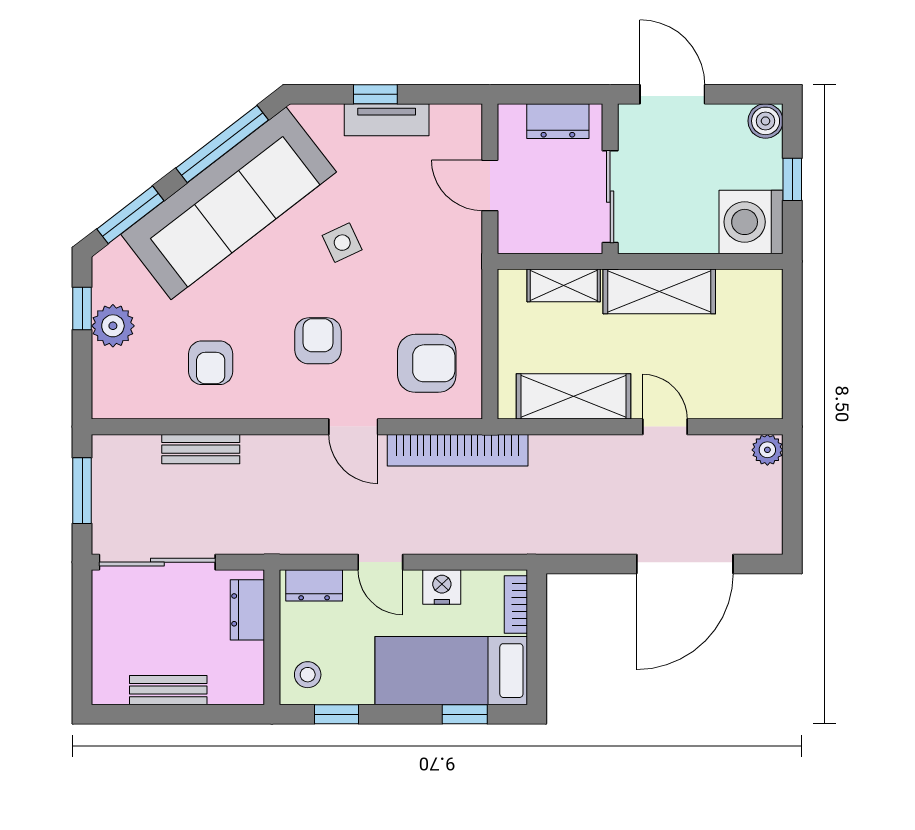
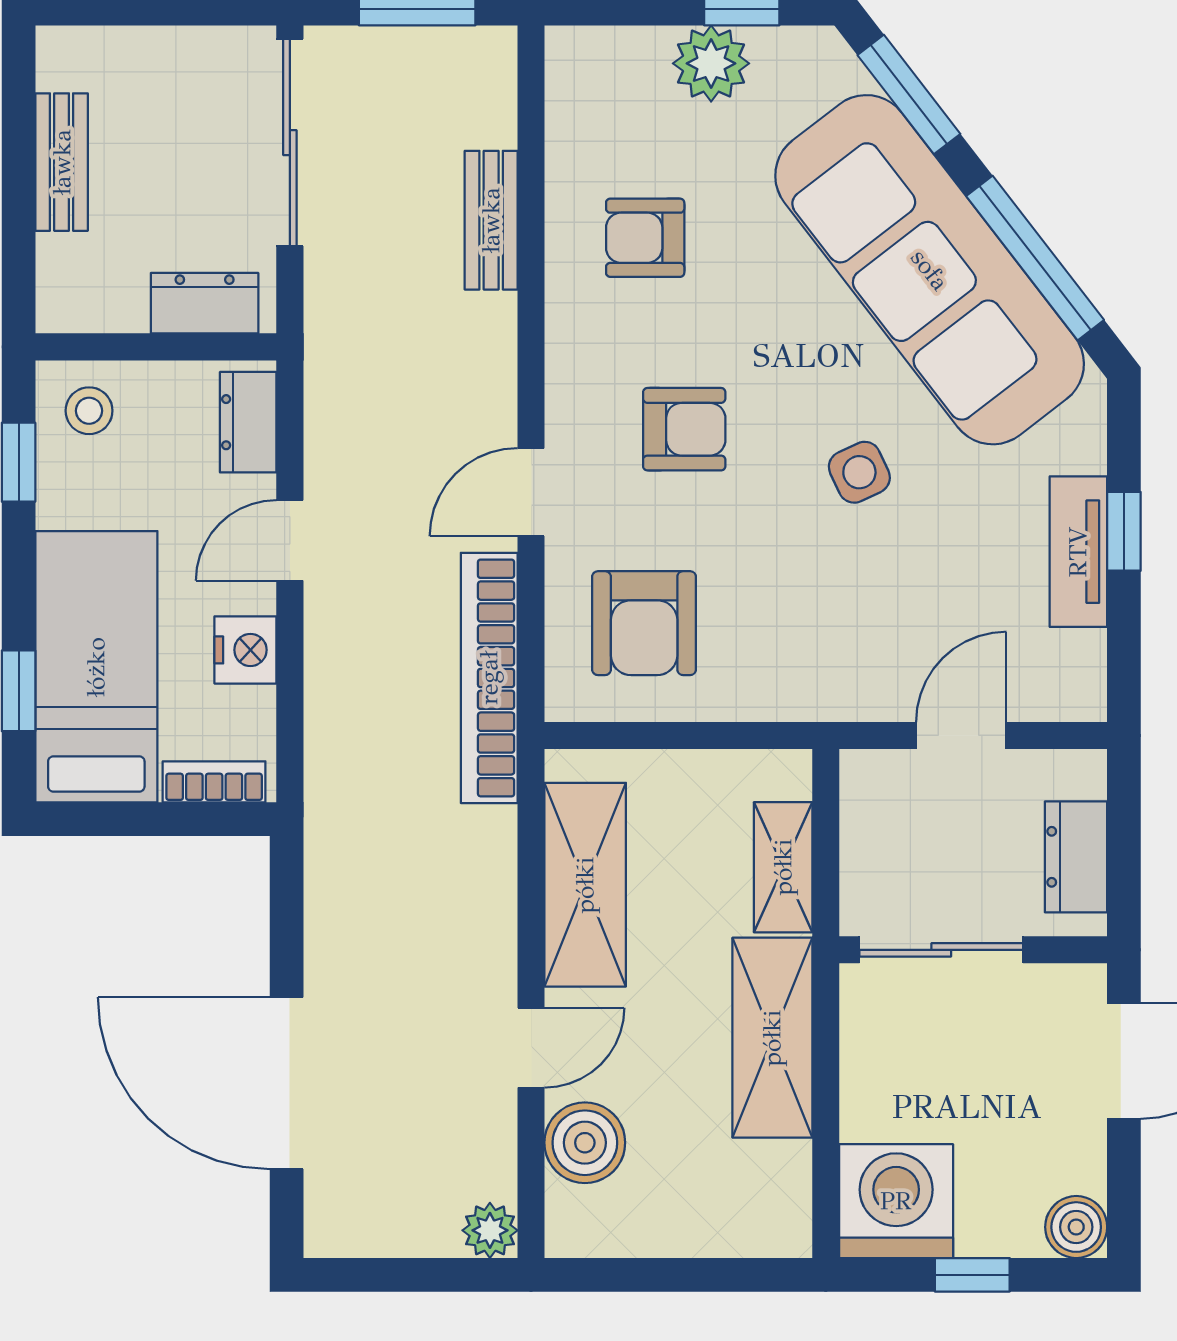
boiler: (718, 397) -> (585, 1143), added

